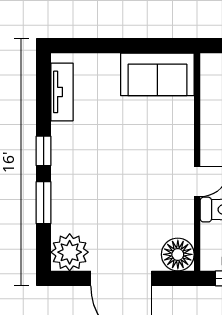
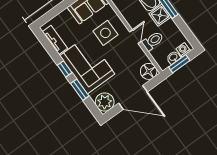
side table: (153, 140) -> (105, 33), added
corner sofa: (85, 171) -> (87, 65), added

